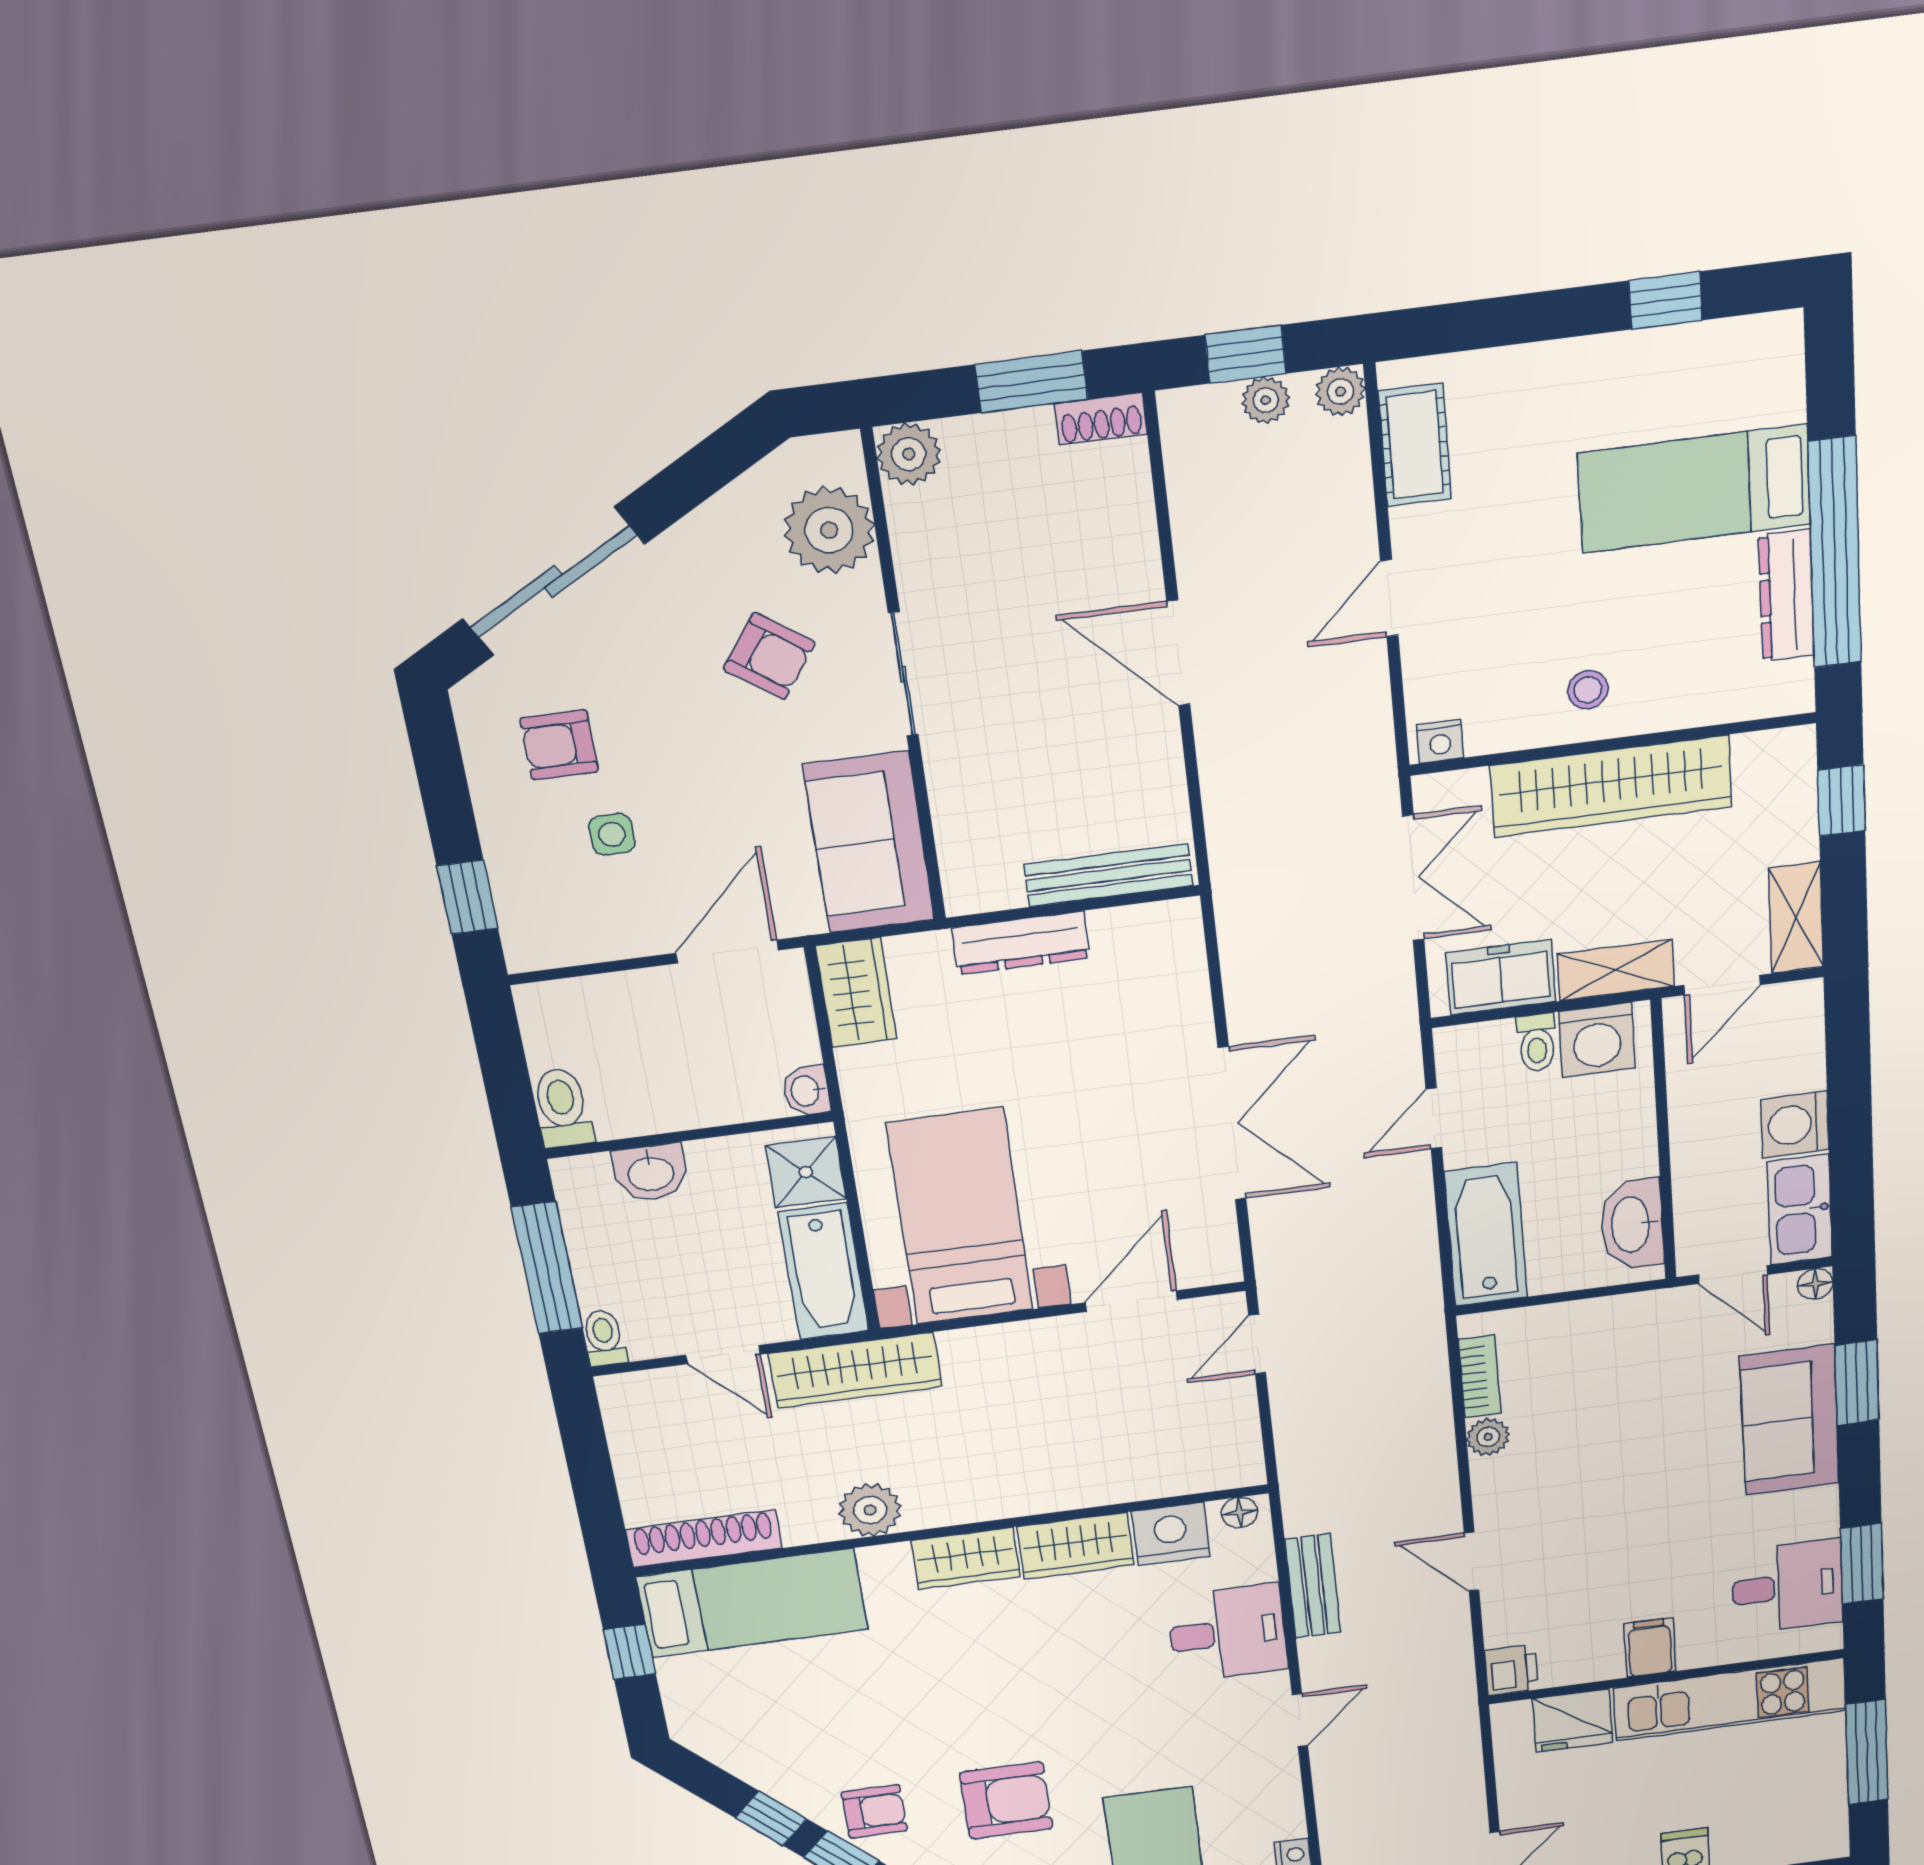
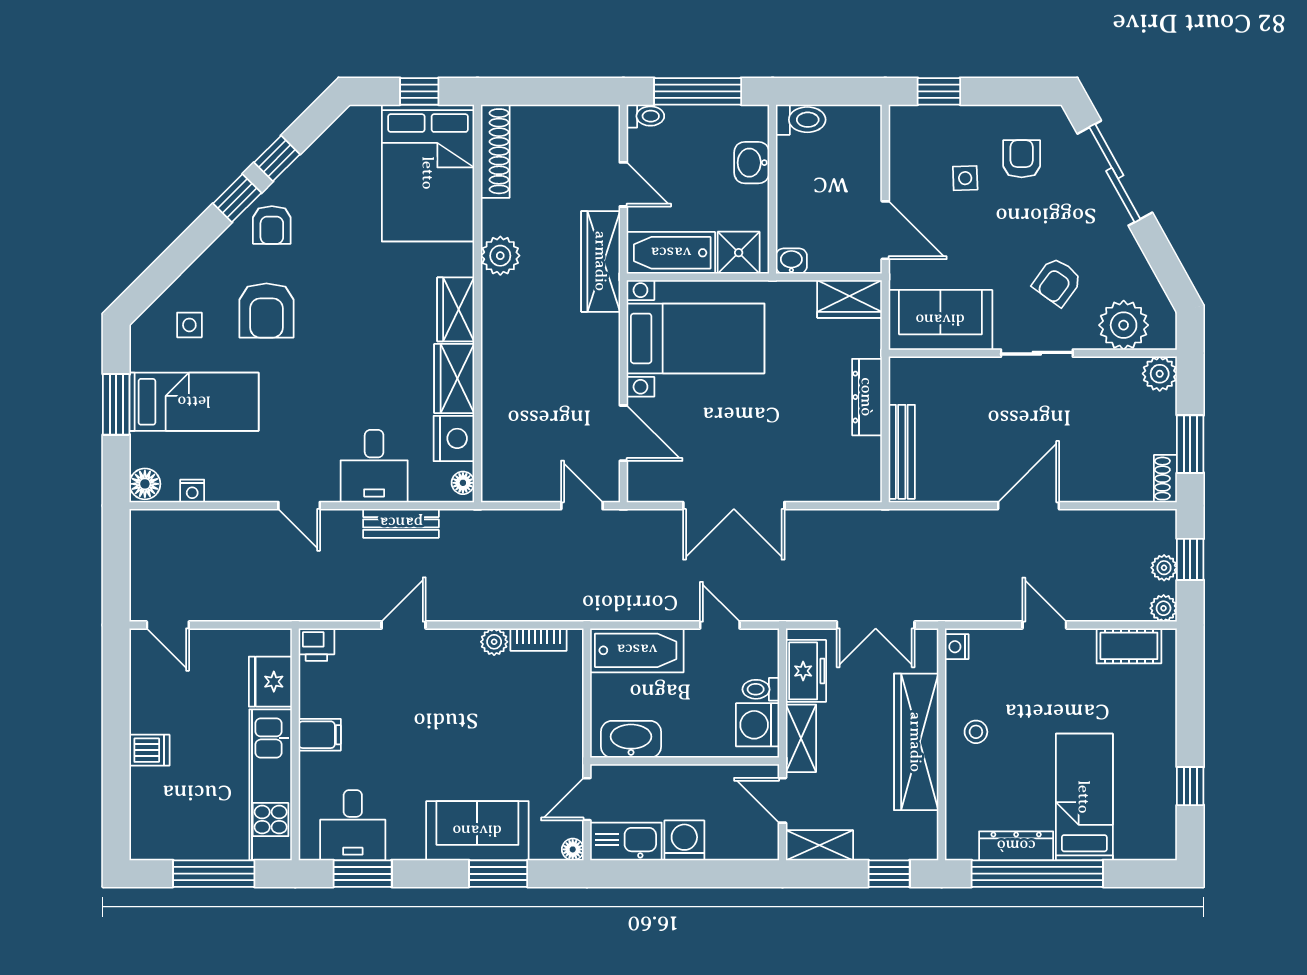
door: (723, 1355) -> (623, 184), swing flipped
bed: (752, 1603) -> (428, 173), width x1.50

